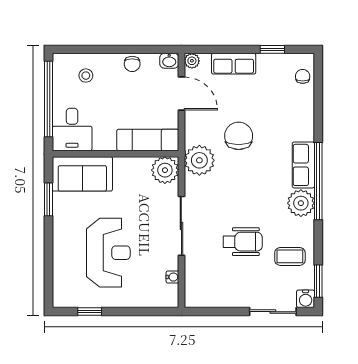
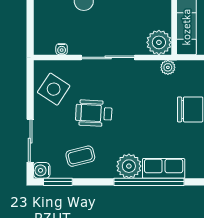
plant: (199, 160) -> (168, 67), width x0.53, depth x0.53
wheelchair: (243, 242) -> (94, 113), turned 93
coffee table: (290, 256) -> (80, 156), turned 76
side table: (216, 286) -> (54, 89), added

